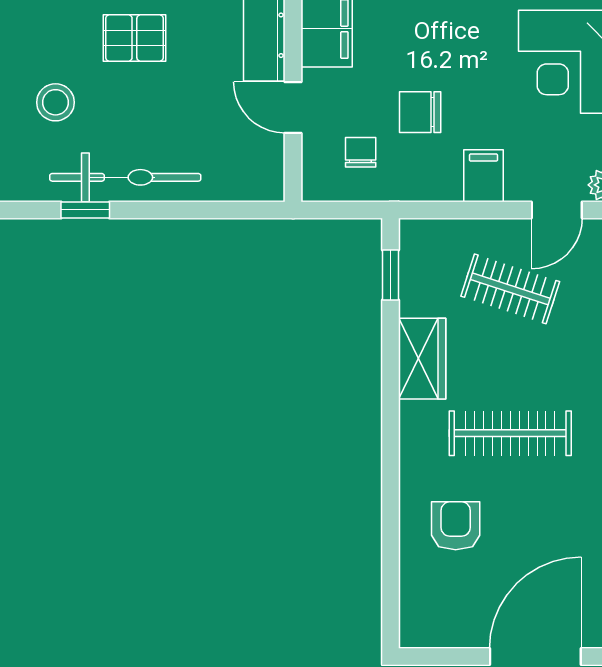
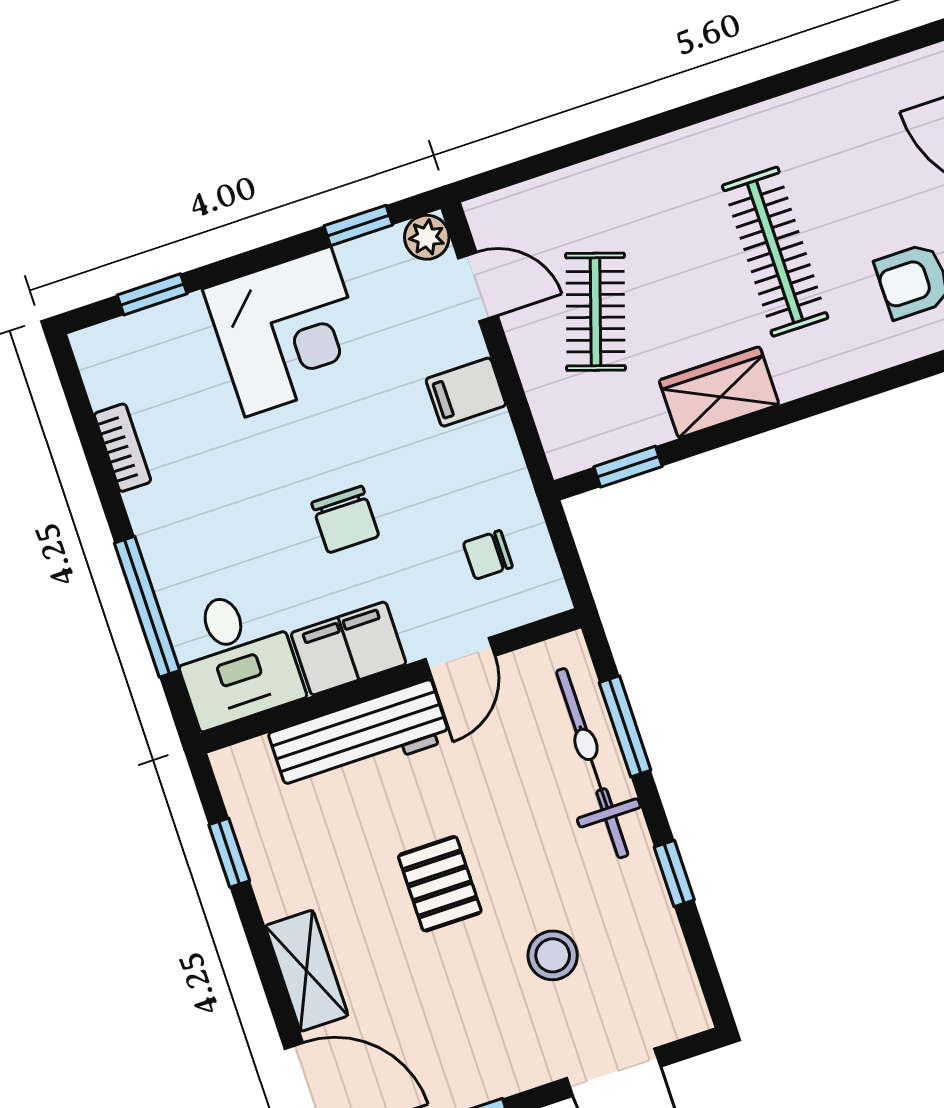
chair: (420, 112) -> (345, 519), moved
bicycle: (125, 177) -> (592, 763), moved
window: (203, 210) -> (625, 726), added

